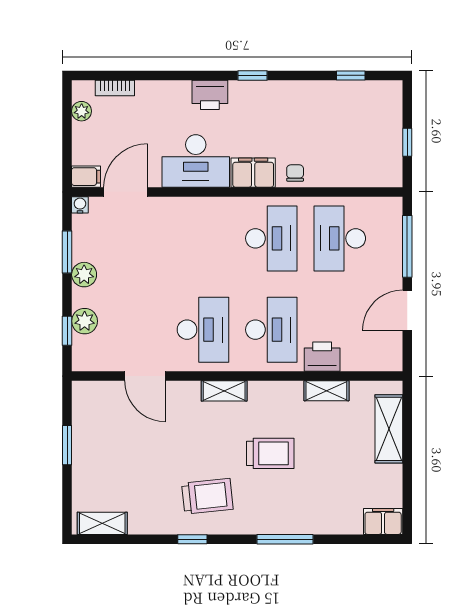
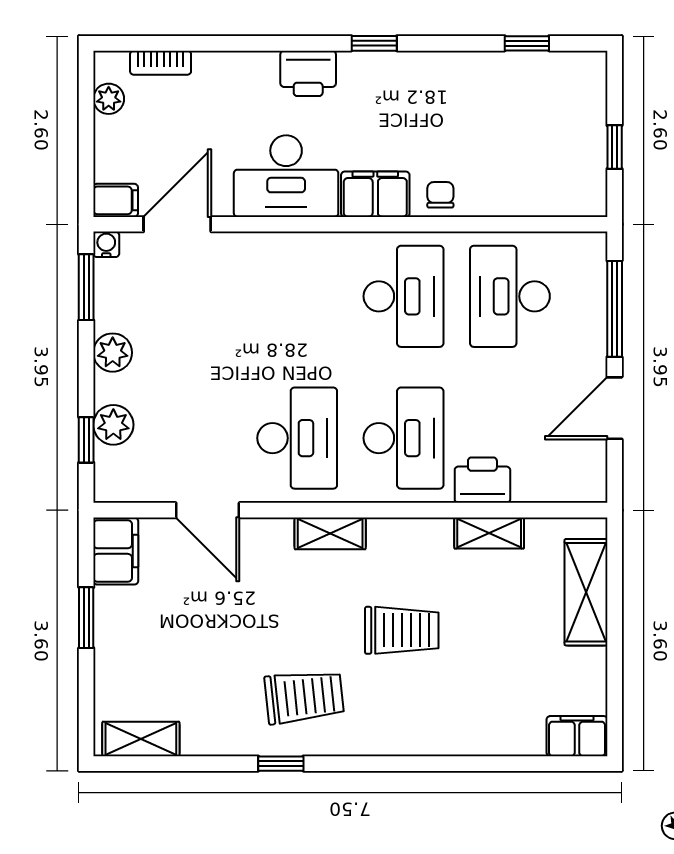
window: (67, 252) -> (86, 287), moved
filing cabinet: (86, 402) -> (116, 551), added
window: (285, 539) -> (425, 764), removed

